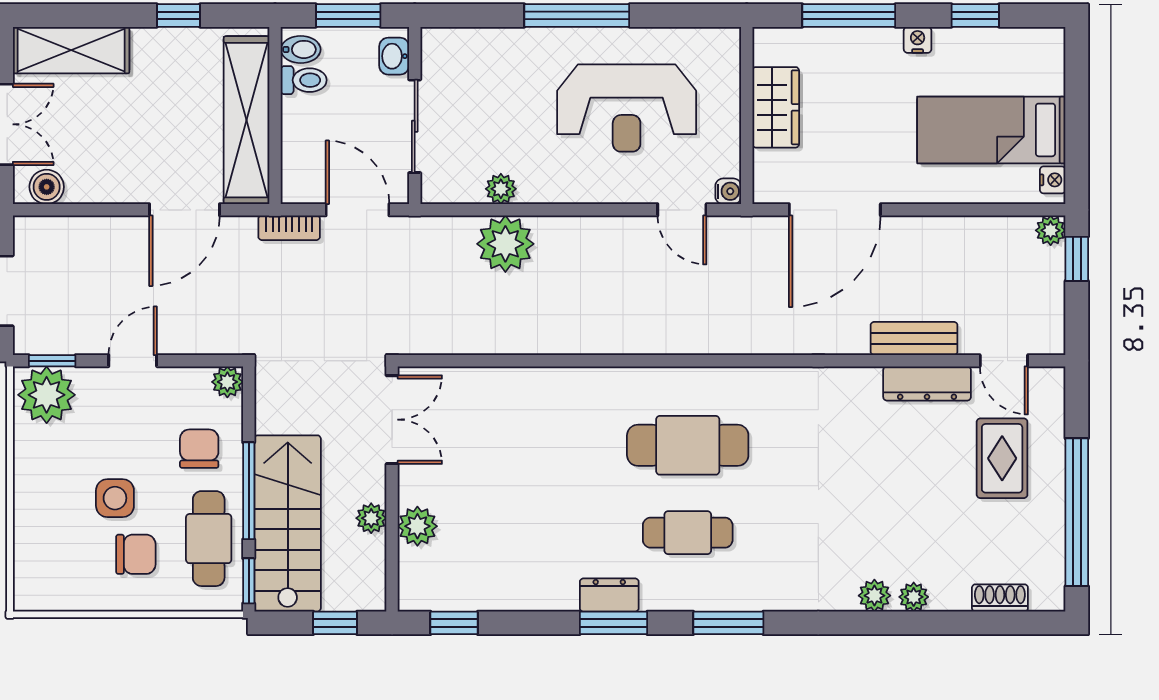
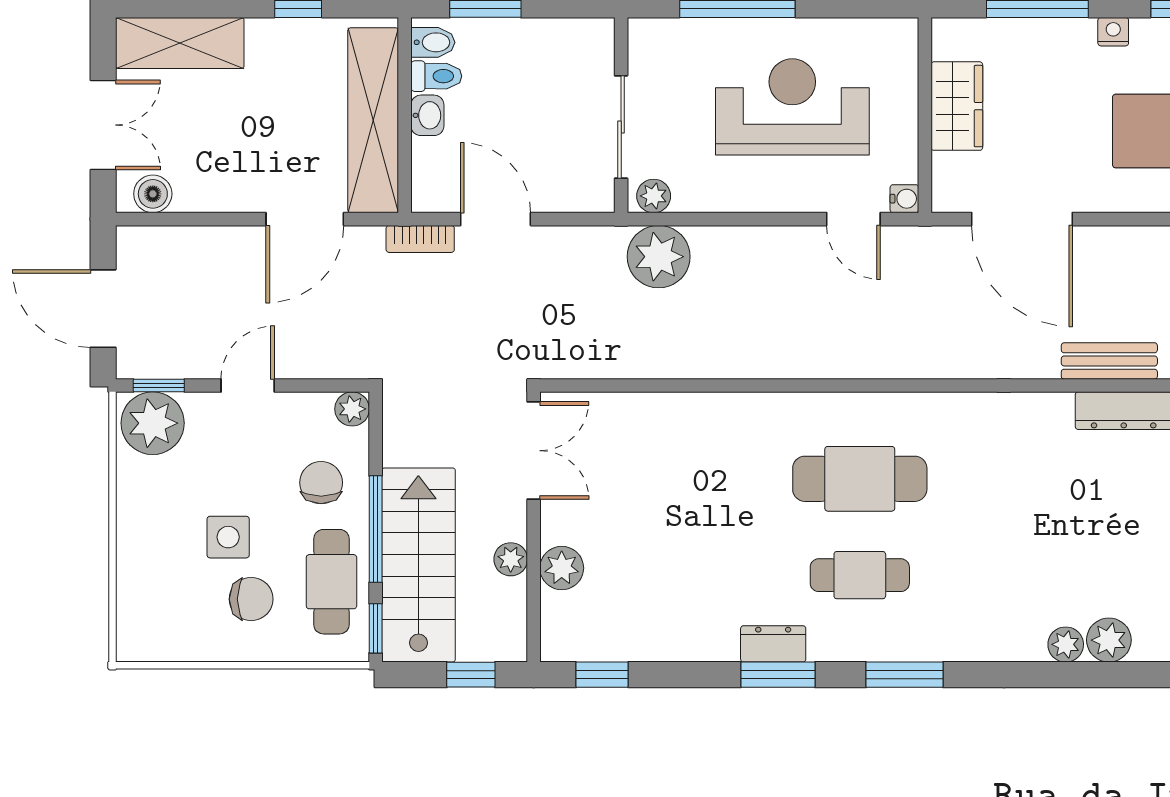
washbasin: (394, 56) -> (427, 115), moved, turned 180
reception desk: (627, 108) -> (792, 107), turned 180
wall: (415, 115) -> (621, 115), moved
sliding door: (415, 126) -> (621, 127), moved
door: (835, 210) -> (1022, 219), hinge flipped
plant: (914, 597) -> (1109, 640), width x1.38, depth x1.38

